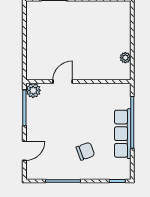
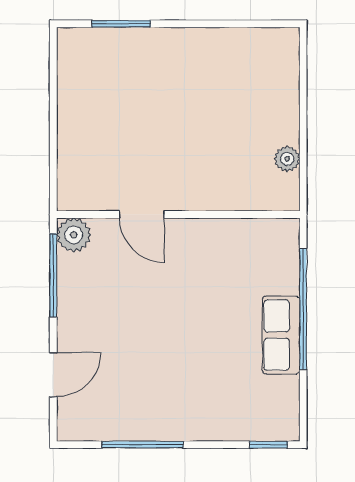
door: (63, 82) -> (142, 214), swing flipped
row of seats: (123, 134) -> (281, 335), width x0.68
chair: (85, 151) -> (195, 376), removed

